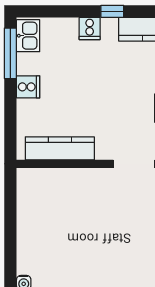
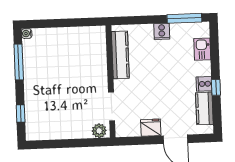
cooker: (90, 29) -> (204, 84), moved
kitchen sink: (28, 36) -> (202, 49), moved, turned 90

